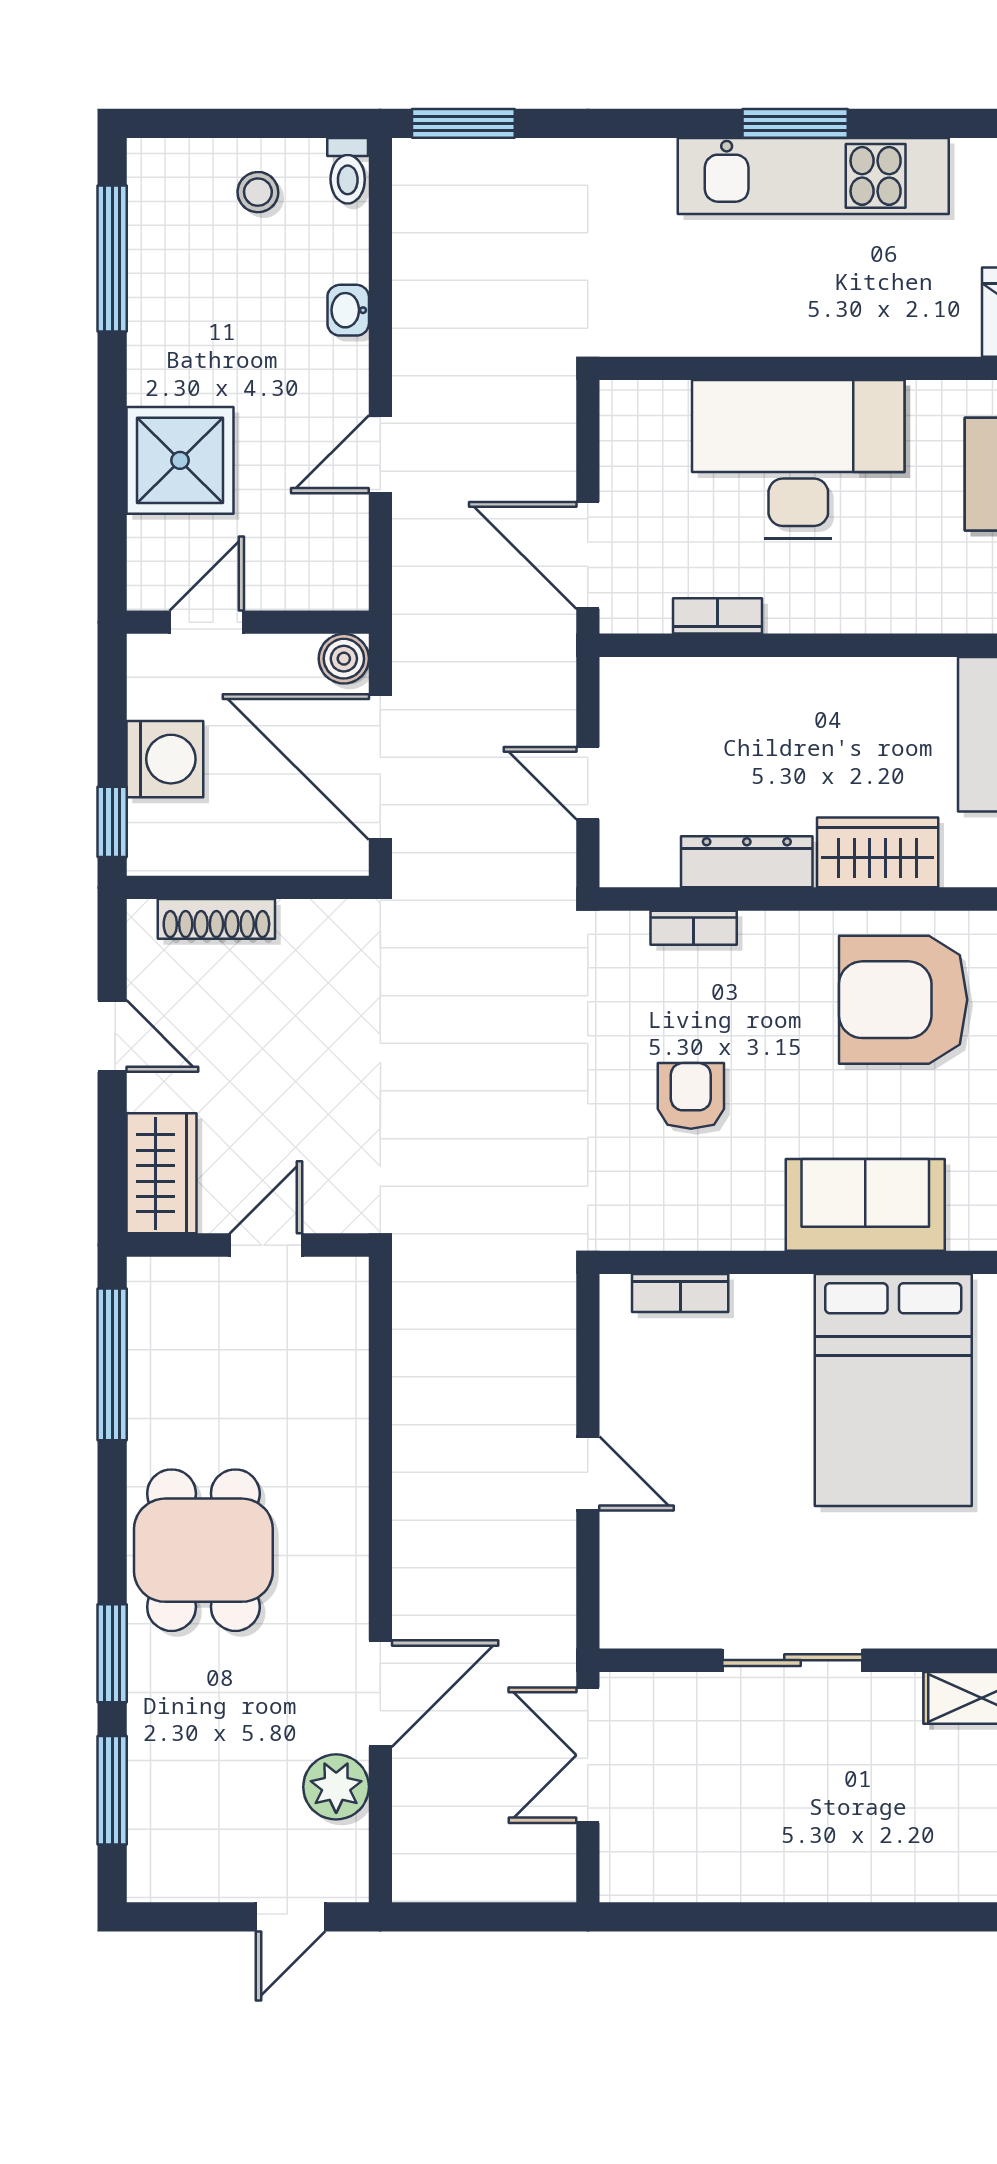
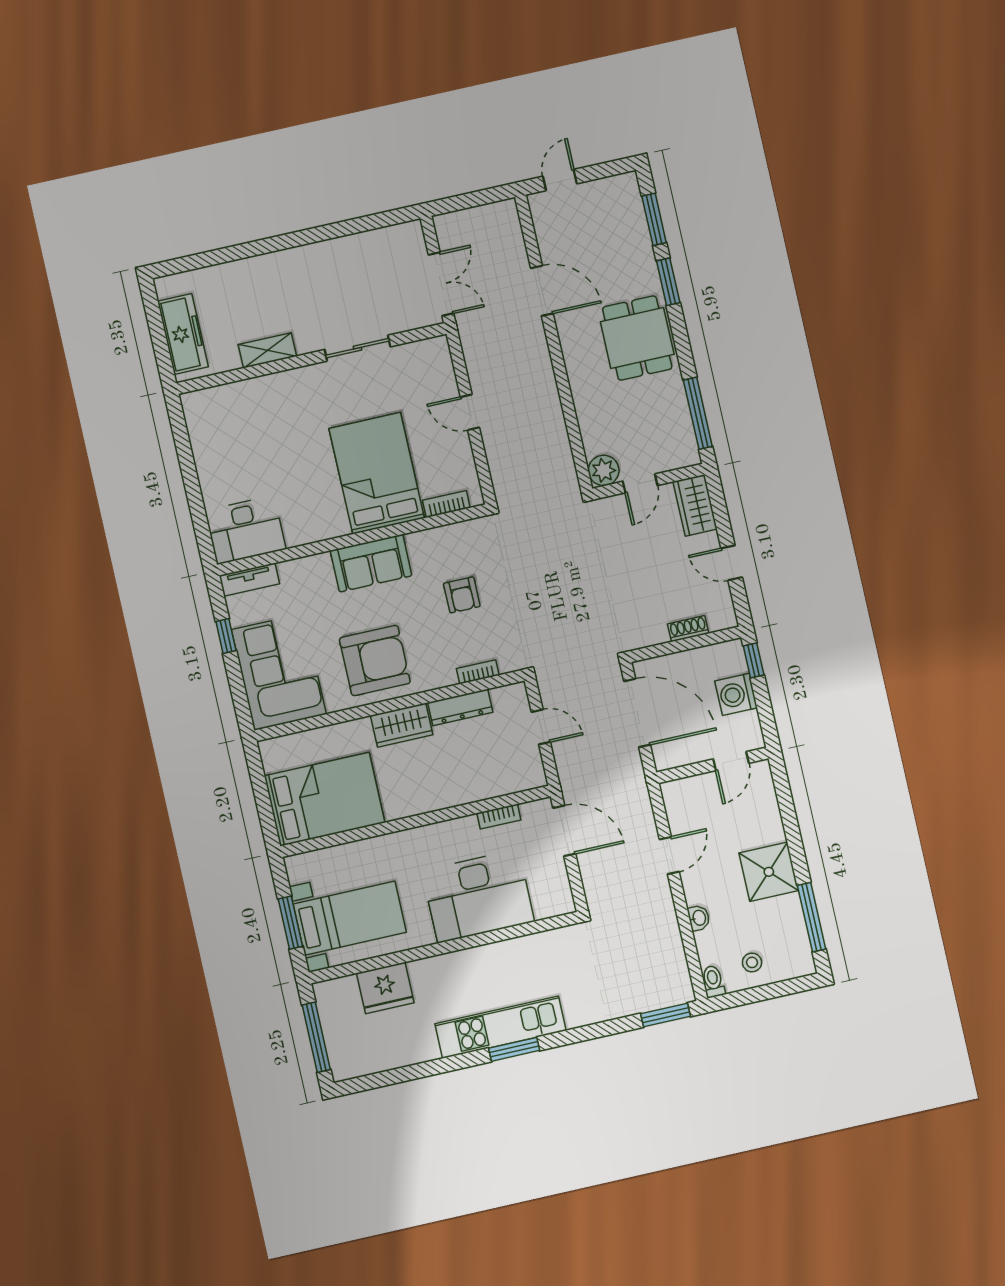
shower: (180, 460) -> (769, 872), moved
boiler: (344, 659) -> (665, 759), removed
shoe rack: (216, 919) -> (688, 629), width x0.70
bed: (893, 1390) -> (377, 473), moved
door: (380, 1694) -> (542, 291), swing flipped
plant: (336, 1787) -> (604, 470), moved

